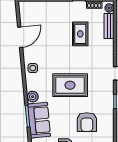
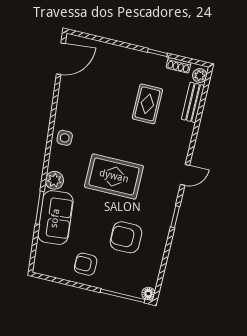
door: (20, 37) -> (61, 59), moved
armchair: (87, 122) -> (126, 237), turned 90

